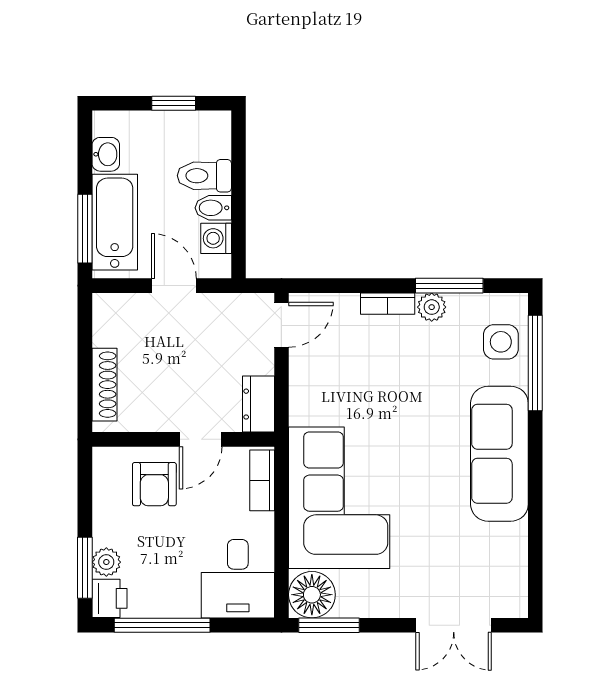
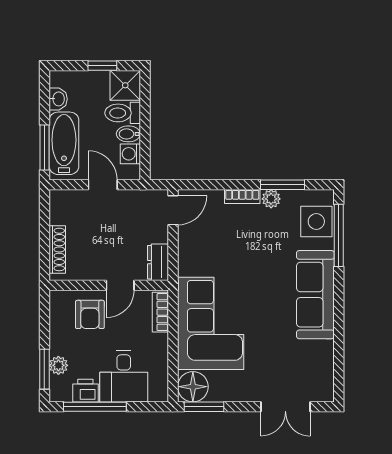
shower: (208, 133) -> (125, 85), added
side table: (501, 342) -> (316, 221), width x1.37, depth x1.37
desk: (238, 579) -> (124, 376), moved
printer: (109, 598) -> (85, 391), moved, turned -90

